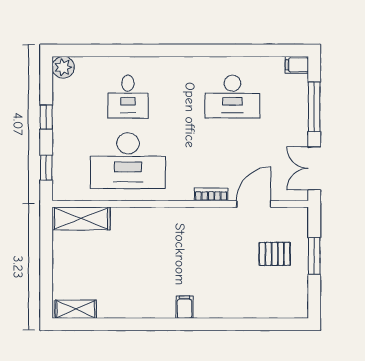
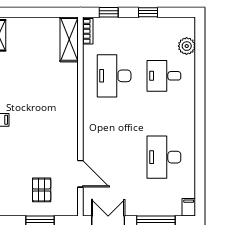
plant: (63, 67) -> (187, 46), moved
desk: (128, 161) -> (114, 76), width x0.73, depth x0.77
bookcase: (211, 194) -> (88, 31), moved

